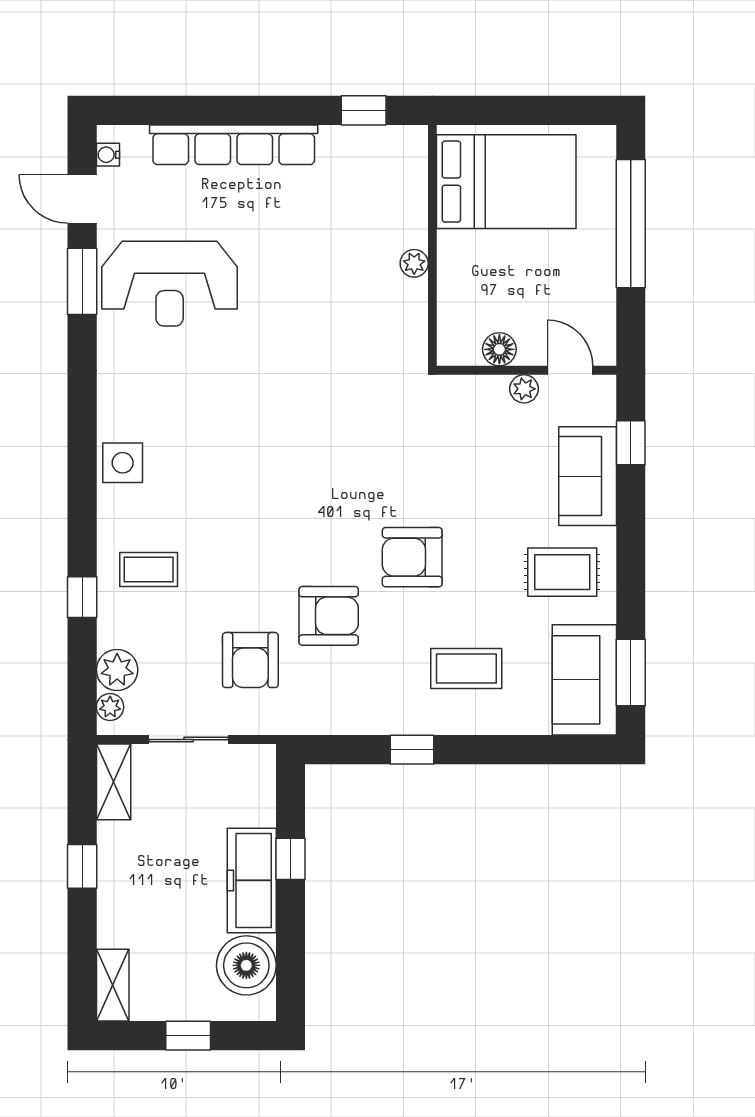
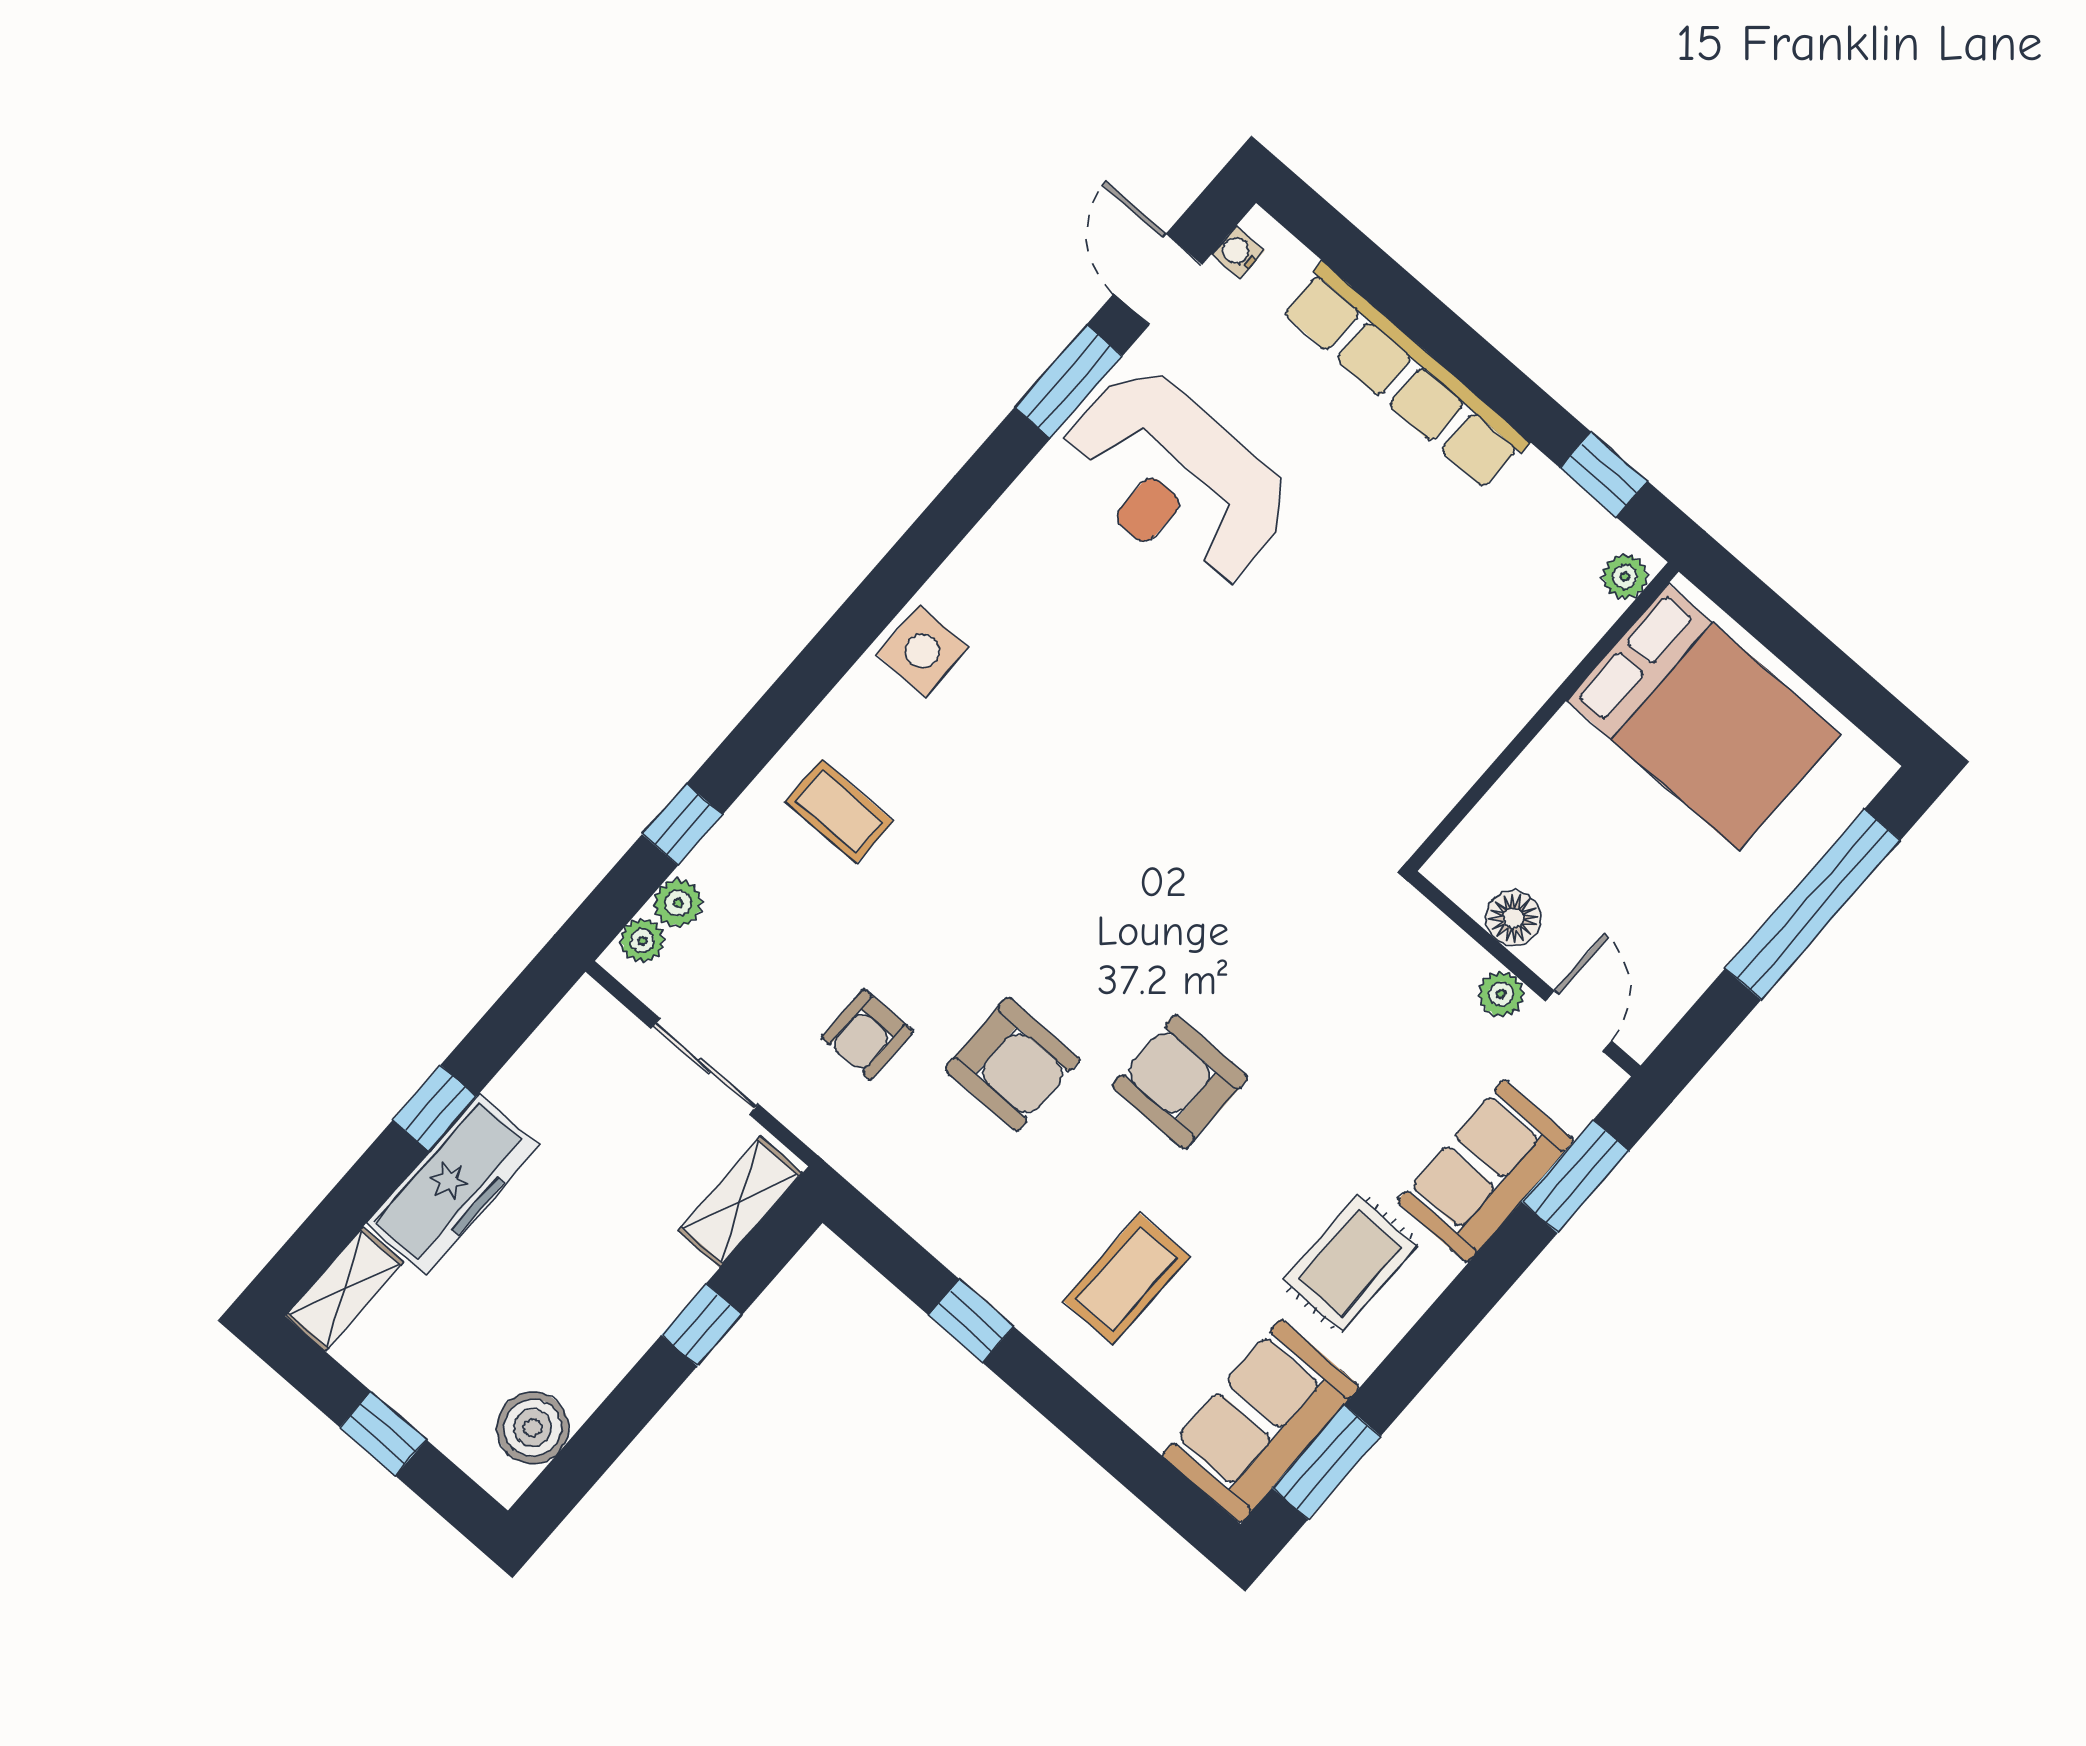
plant: (414, 263) -> (1625, 577), moved
window: (631, 443) -> (1575, 1177), width x1.50
rug: (562, 572) -> (1350, 1263), turned 90
window: (82, 597) -> (682, 824), moved
armchair: (250, 660) -> (867, 1034), width x0.72, depth x0.72
coffee table: (466, 669) -> (1126, 1279), turned 90
plant: (117, 670) -> (678, 903), width x0.73, depth x0.73
shelving: (114, 782) -> (740, 1202), moved
freezer: (252, 880) -> (453, 1184), moved, turned 180
boiler: (246, 965) -> (533, 1428), width x0.73, depth x0.73

